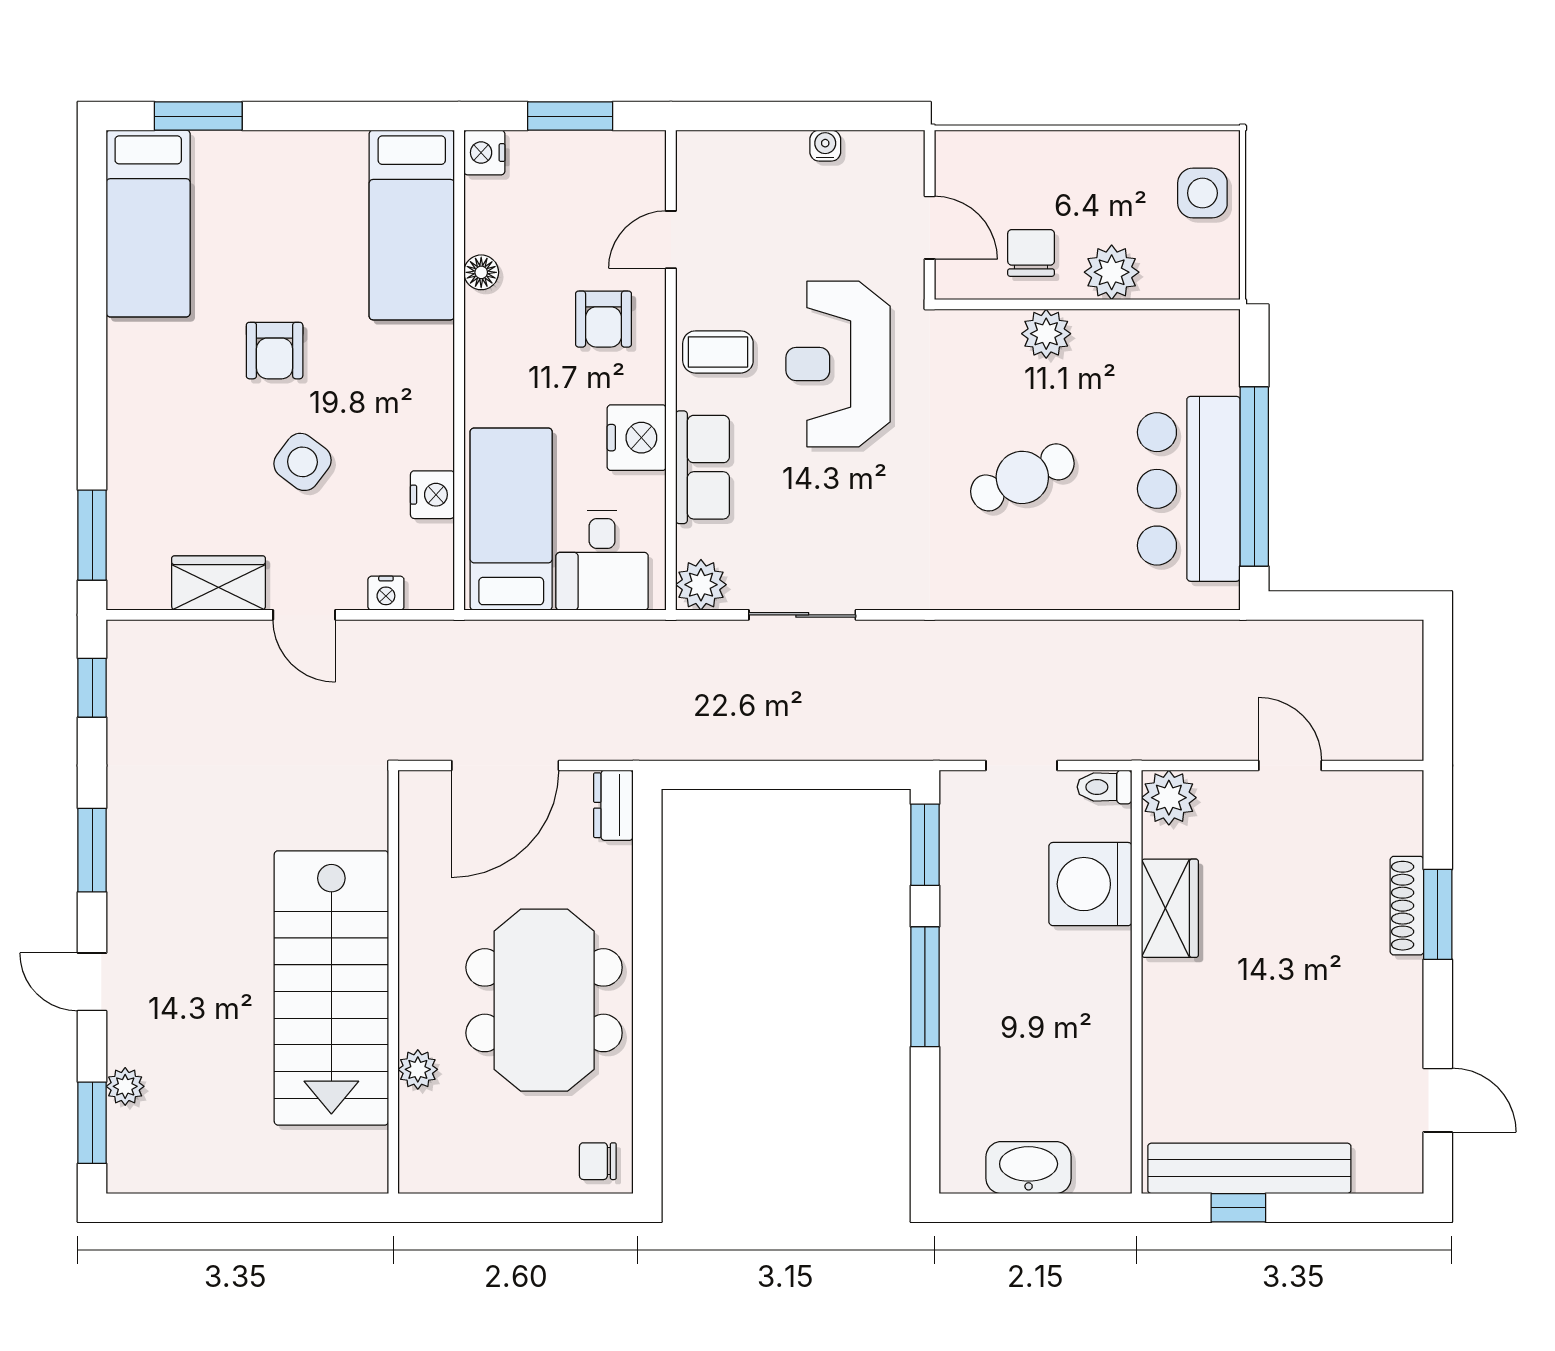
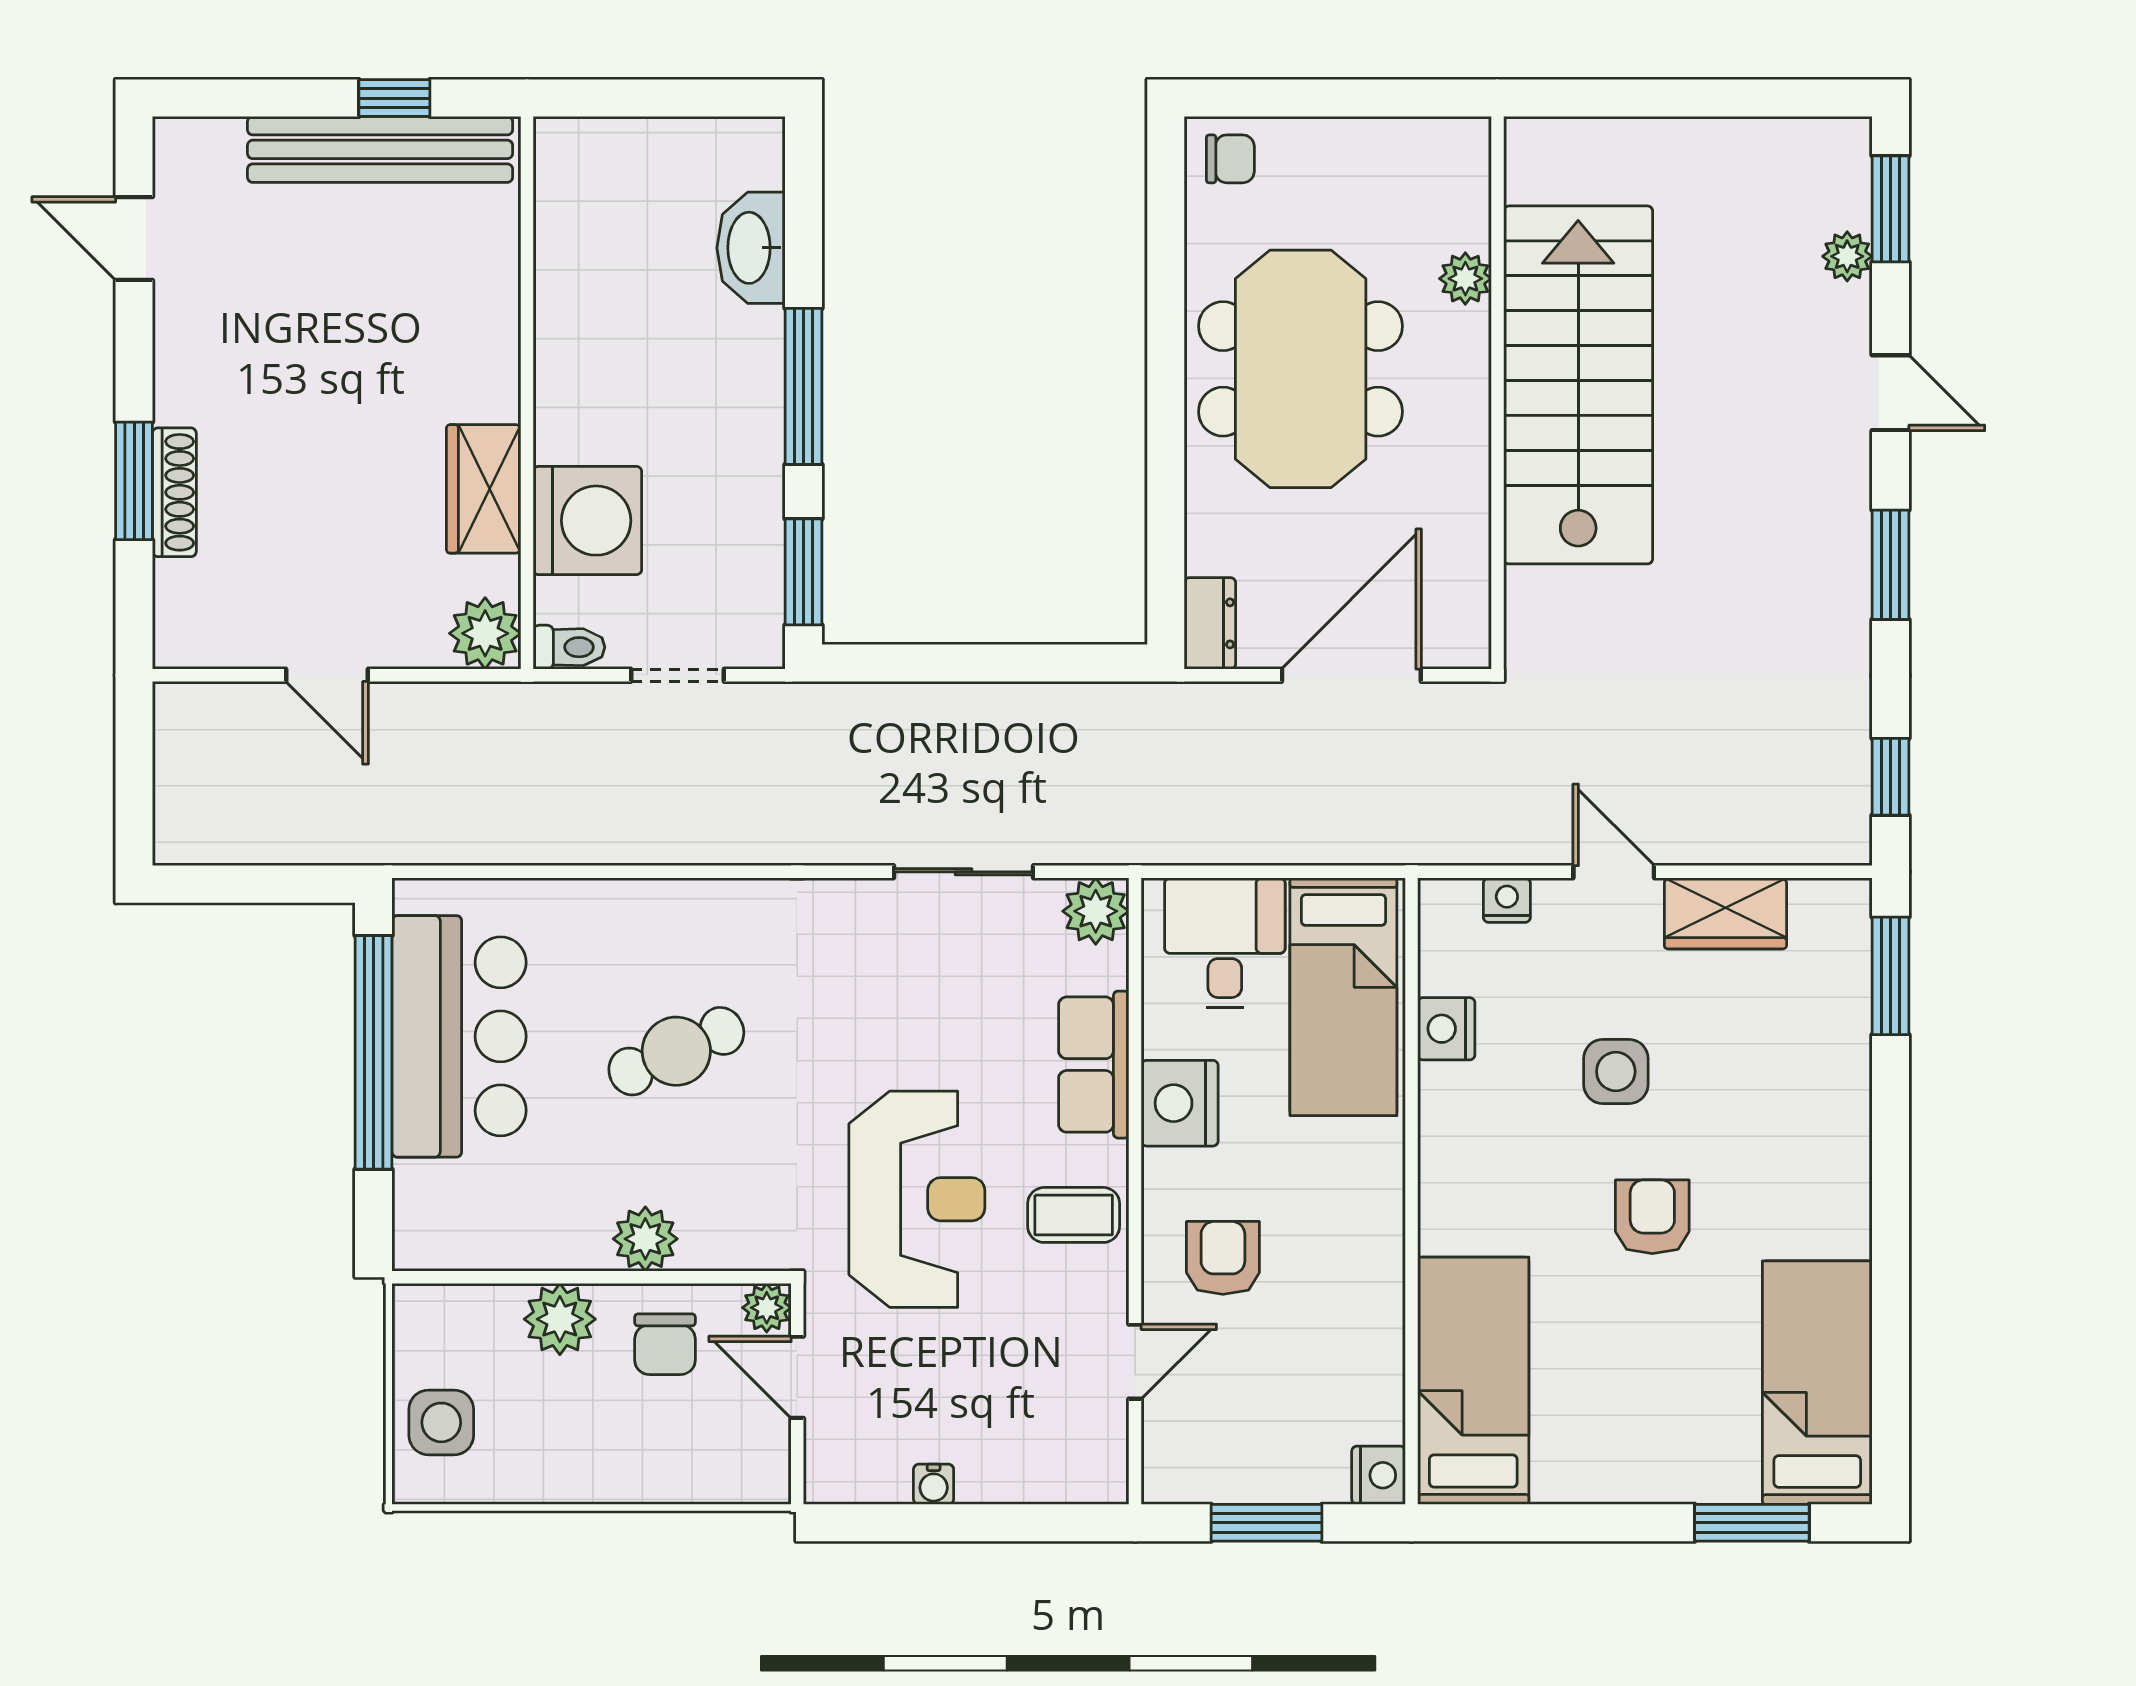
floor lamp: (481, 272) -> (1383, 1319), removed
plant: (953, 281) -> (767, 1308), added
side table: (302, 462) -> (1616, 1071), turned -37
washbasin: (1029, 1168) -> (751, 248), moved, turned 90

